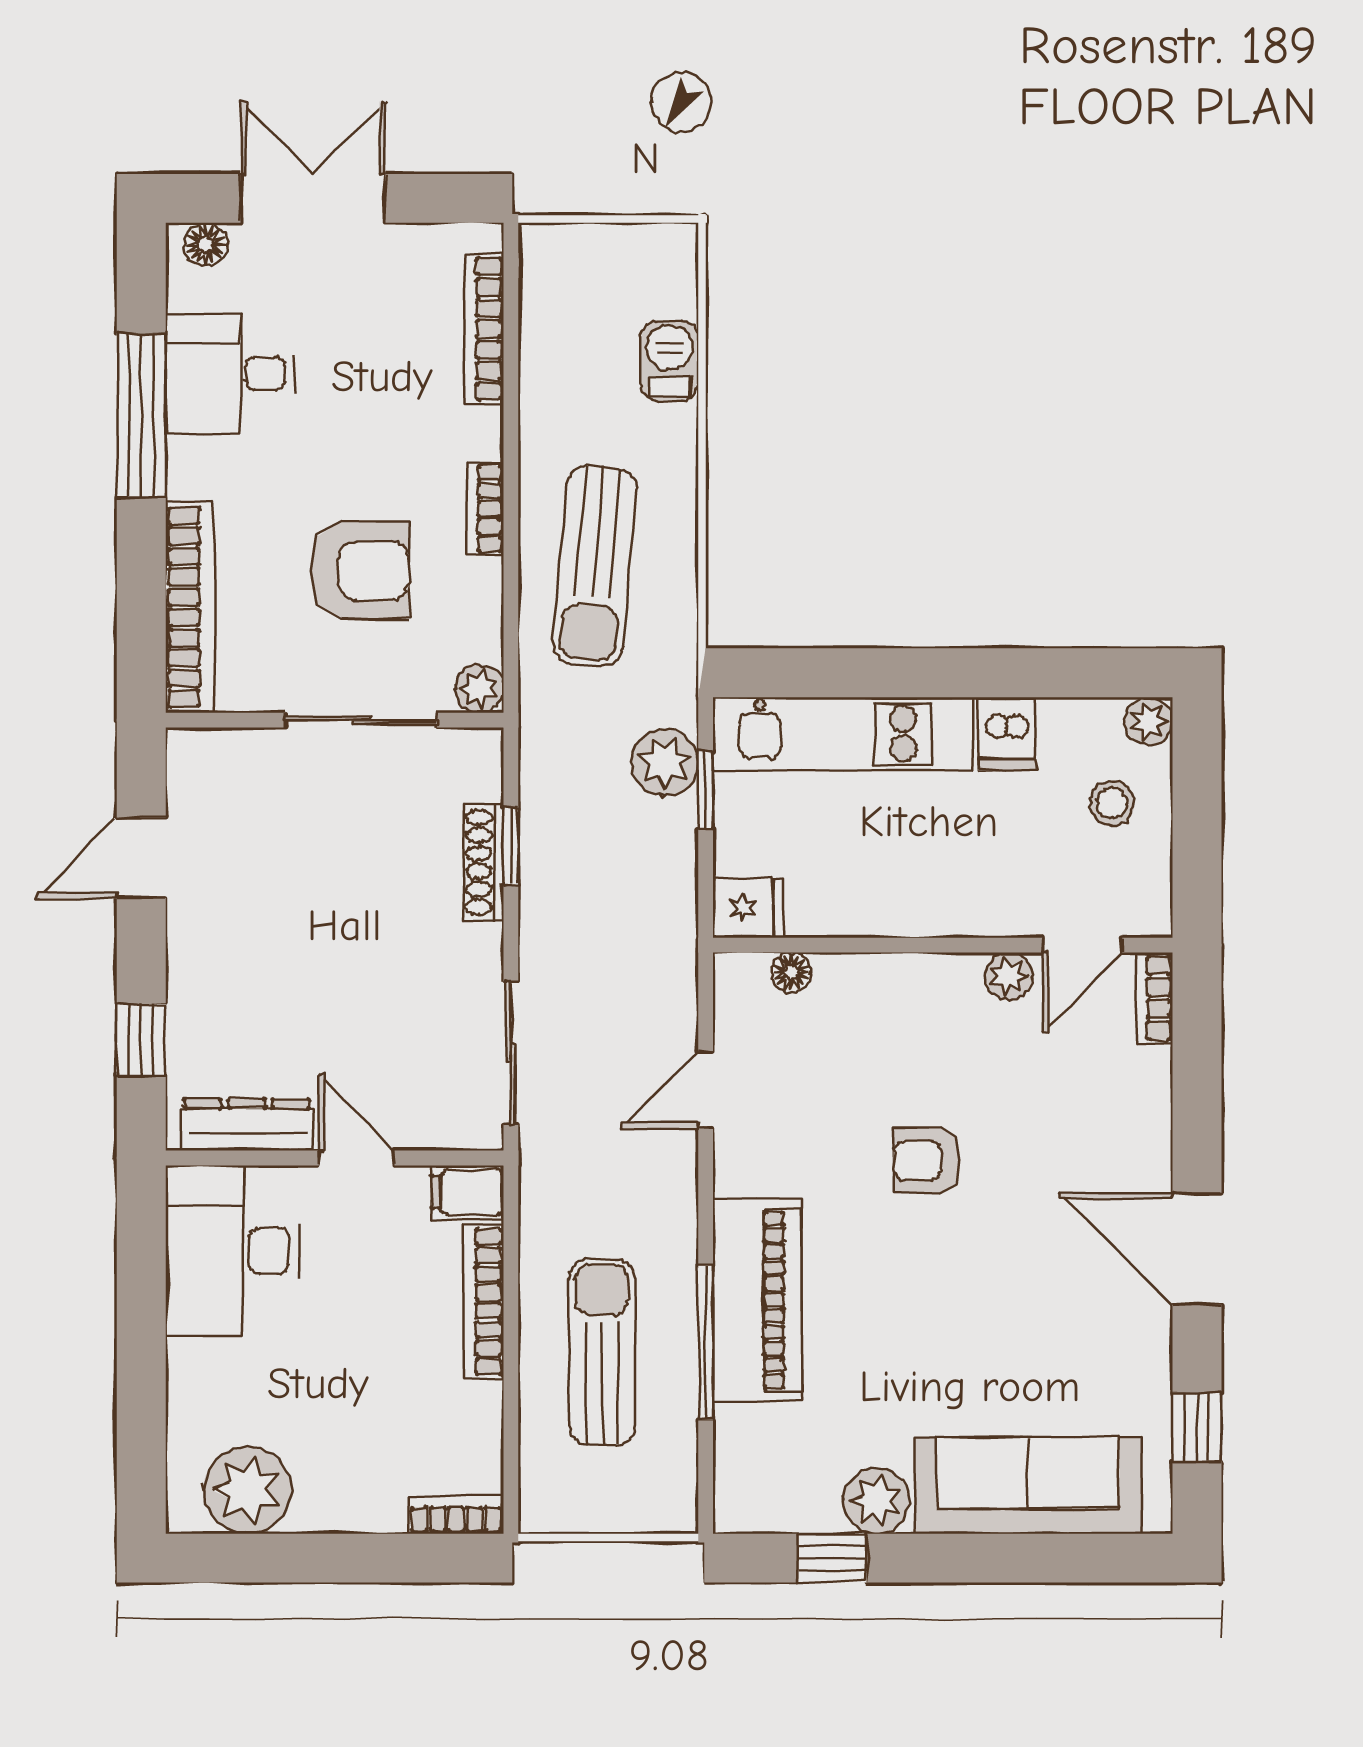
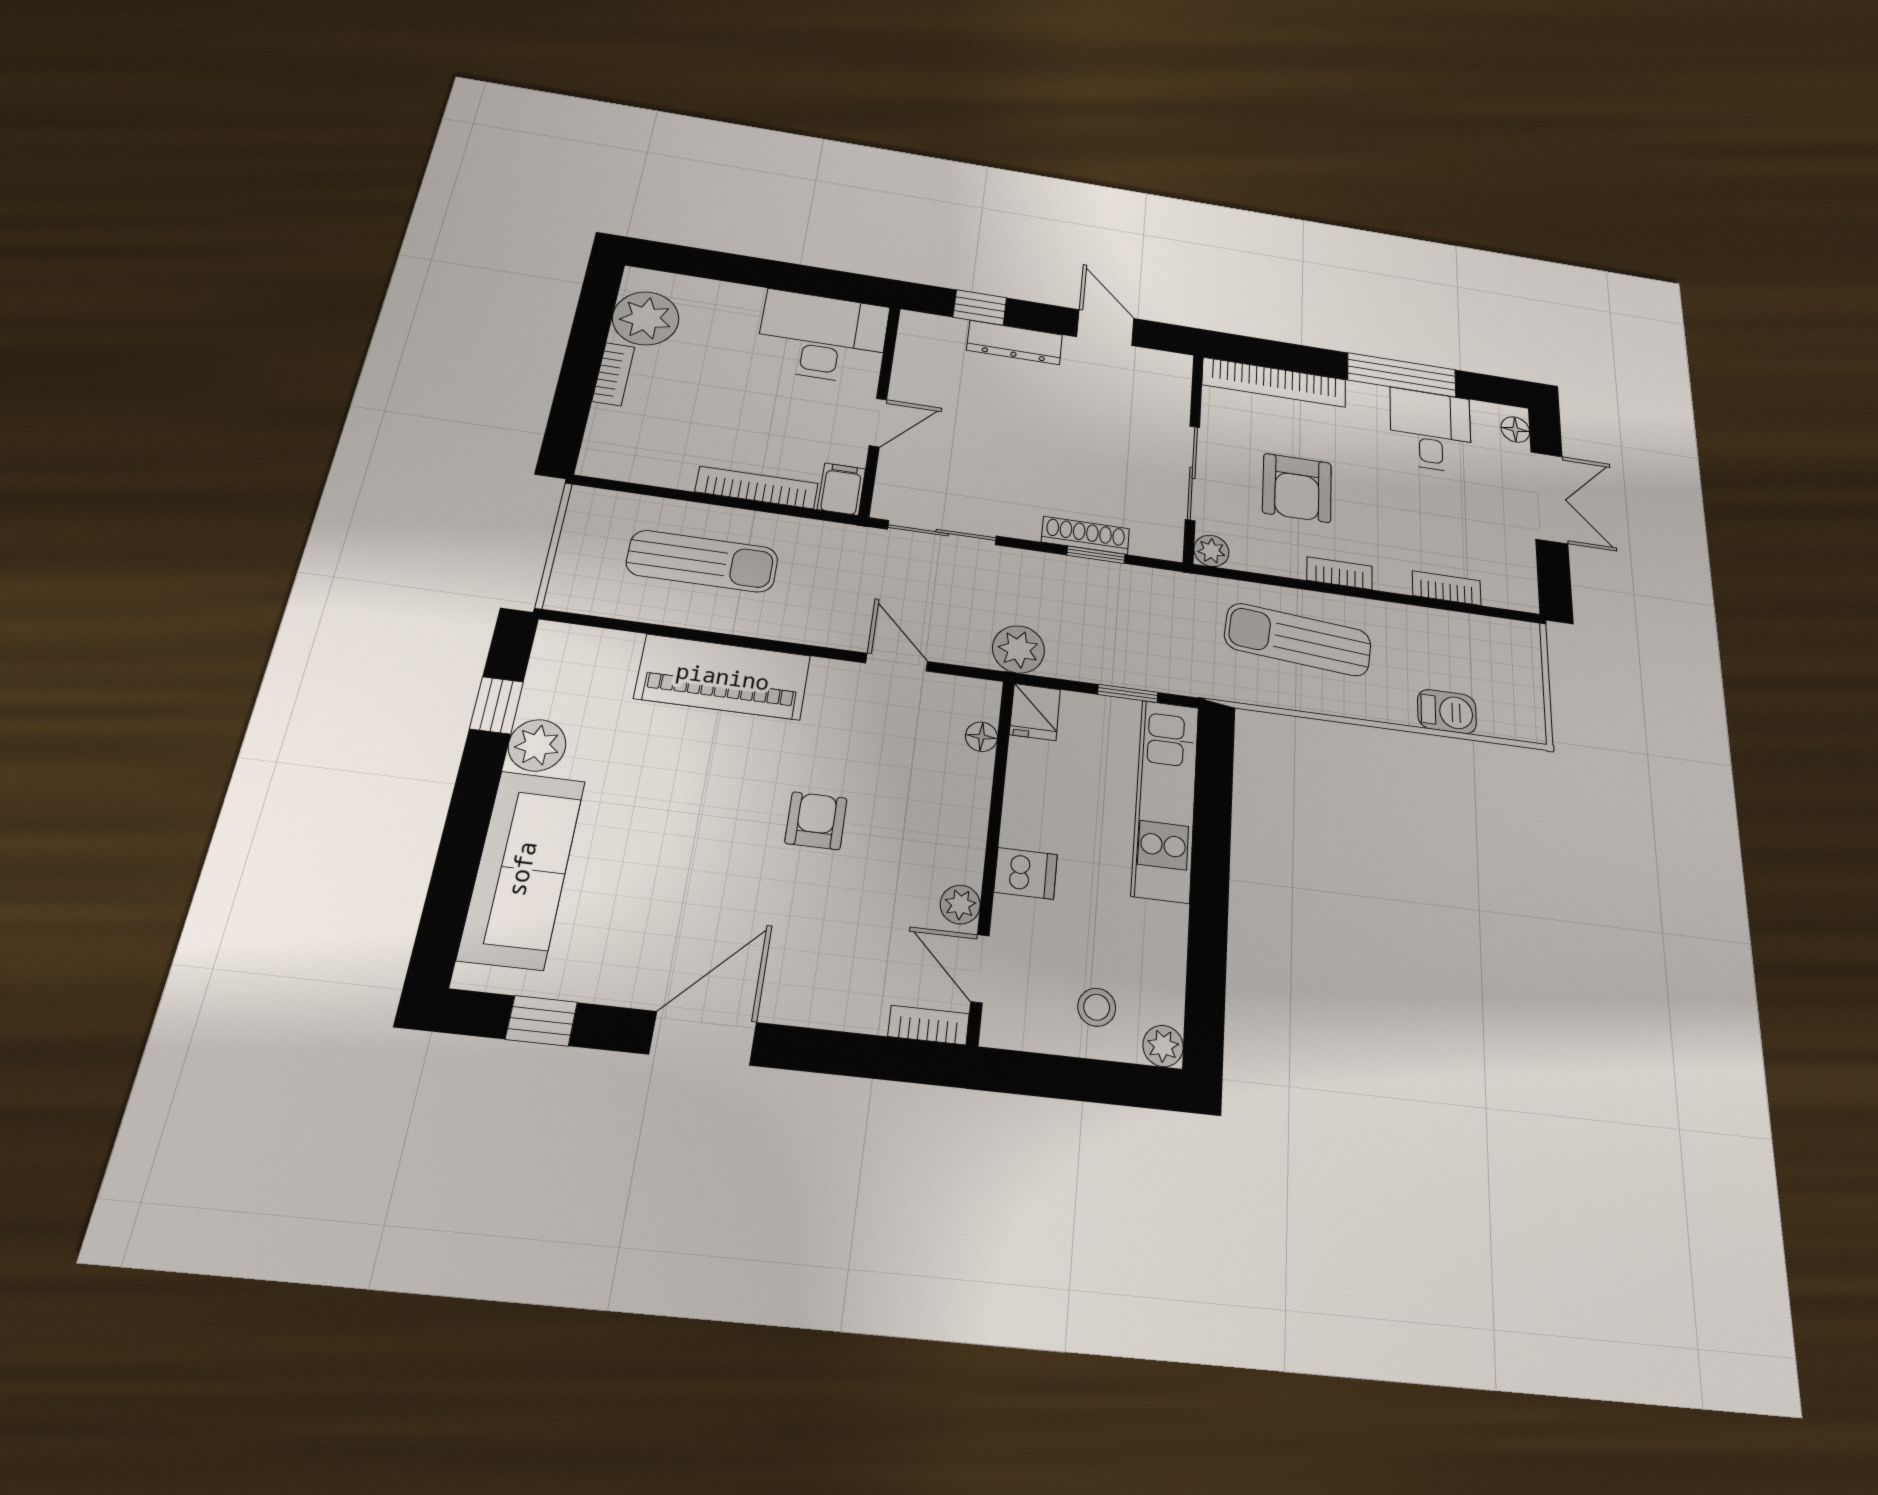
bookcase: (484, 329) -> (1447, 588), width x0.64
dishwasher: (1007, 734) -> (1026, 873), moved, turned 180
plant: (665, 762) -> (1018, 649), moved
dresser: (247, 1125) -> (1015, 342), moved, turned 90
window: (706, 1342) -> (696, 635), removed
bookcase: (456, 1515) -> (613, 374), moved

